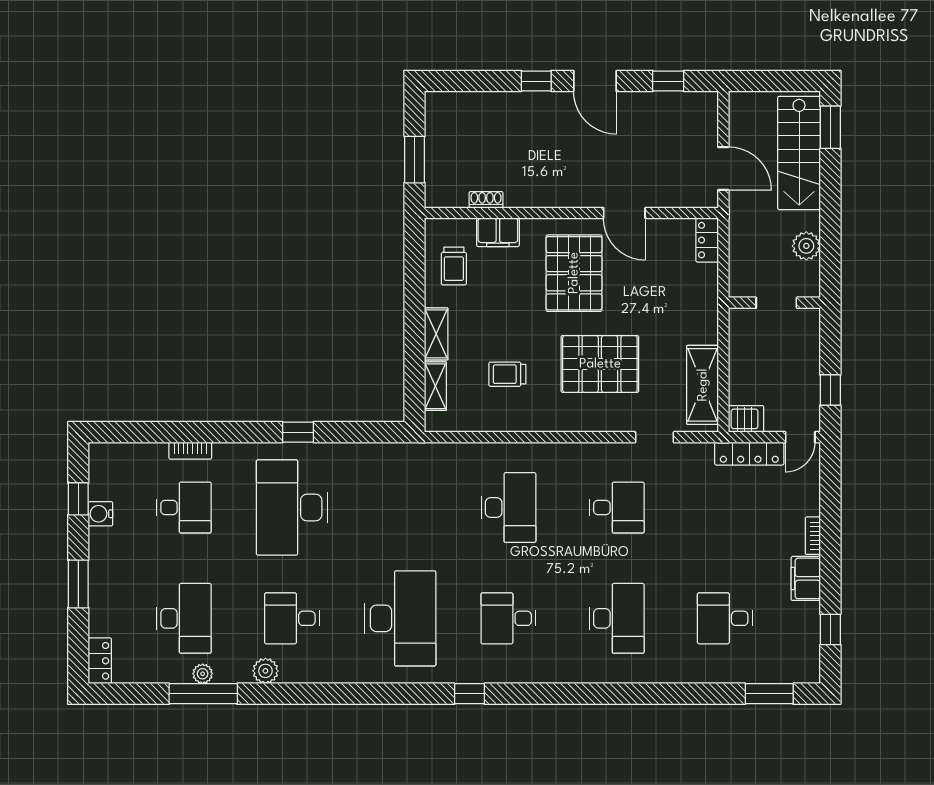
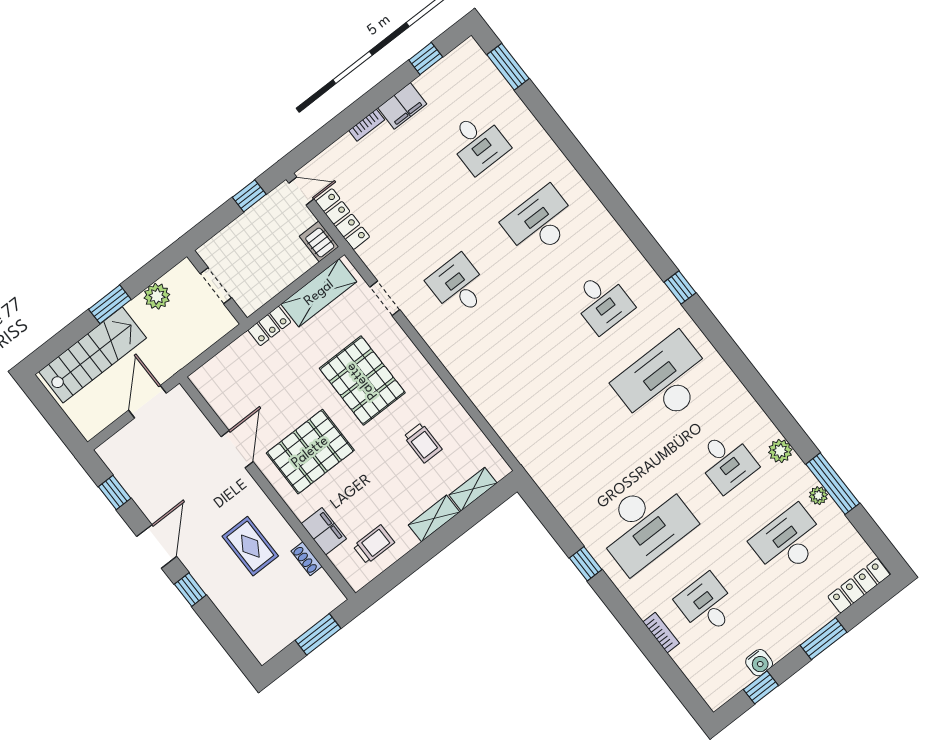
window: (830, 127) -> (110, 304), moved
rug: (534, 160) -> (250, 546), added
locker: (707, 240) -> (269, 326), moved
desk: (508, 507) -> (520, 366), removed
locker: (100, 661) -> (859, 586), width x1.53

